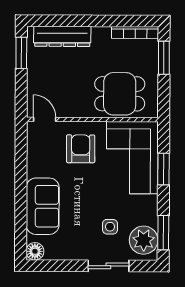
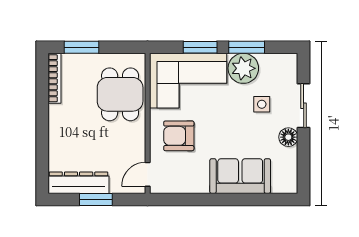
dresser: (62, 36) -> (79, 183), moved, turned -90
window: (21, 53) -> (96, 199), moved
window: (163, 233) -> (247, 47), moved
plant: (144, 240) -> (243, 68), moved
floor lamp: (35, 251) -> (288, 137), moved

